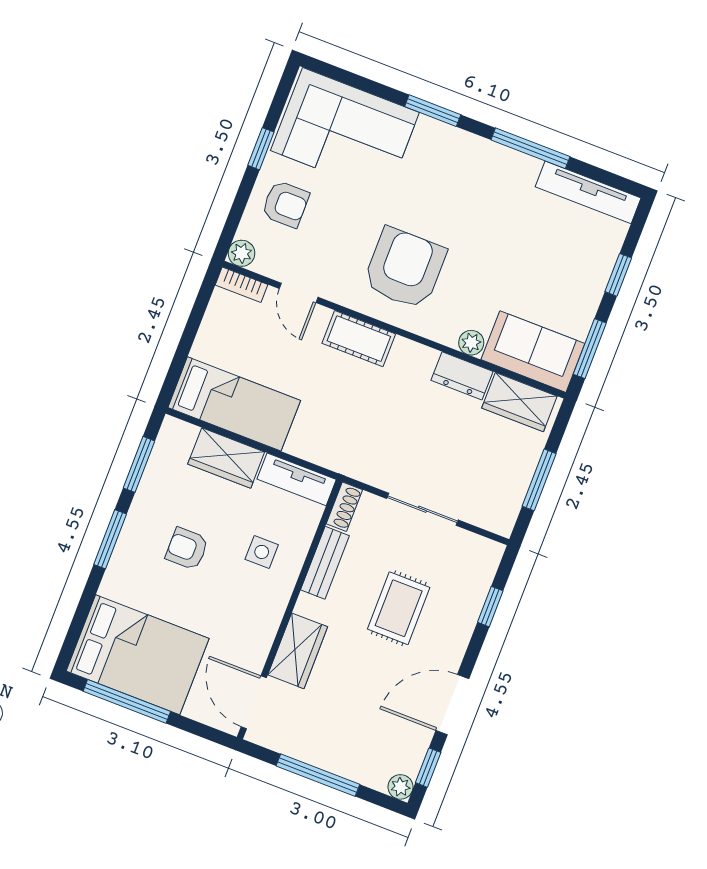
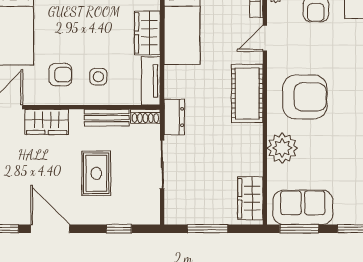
cot: (359, 339) -> (247, 94), width x1.37, depth x1.34
plant: (471, 343) -> (282, 148), width x1.88, depth x1.88
sofa: (533, 352) -> (303, 207), moved, turned -90
dresser: (462, 376) -> (174, 117), moved, turned 180
armchair: (187, 549) -> (60, 75), moved, turned 90
rug: (399, 608) -> (96, 173), turned 90

